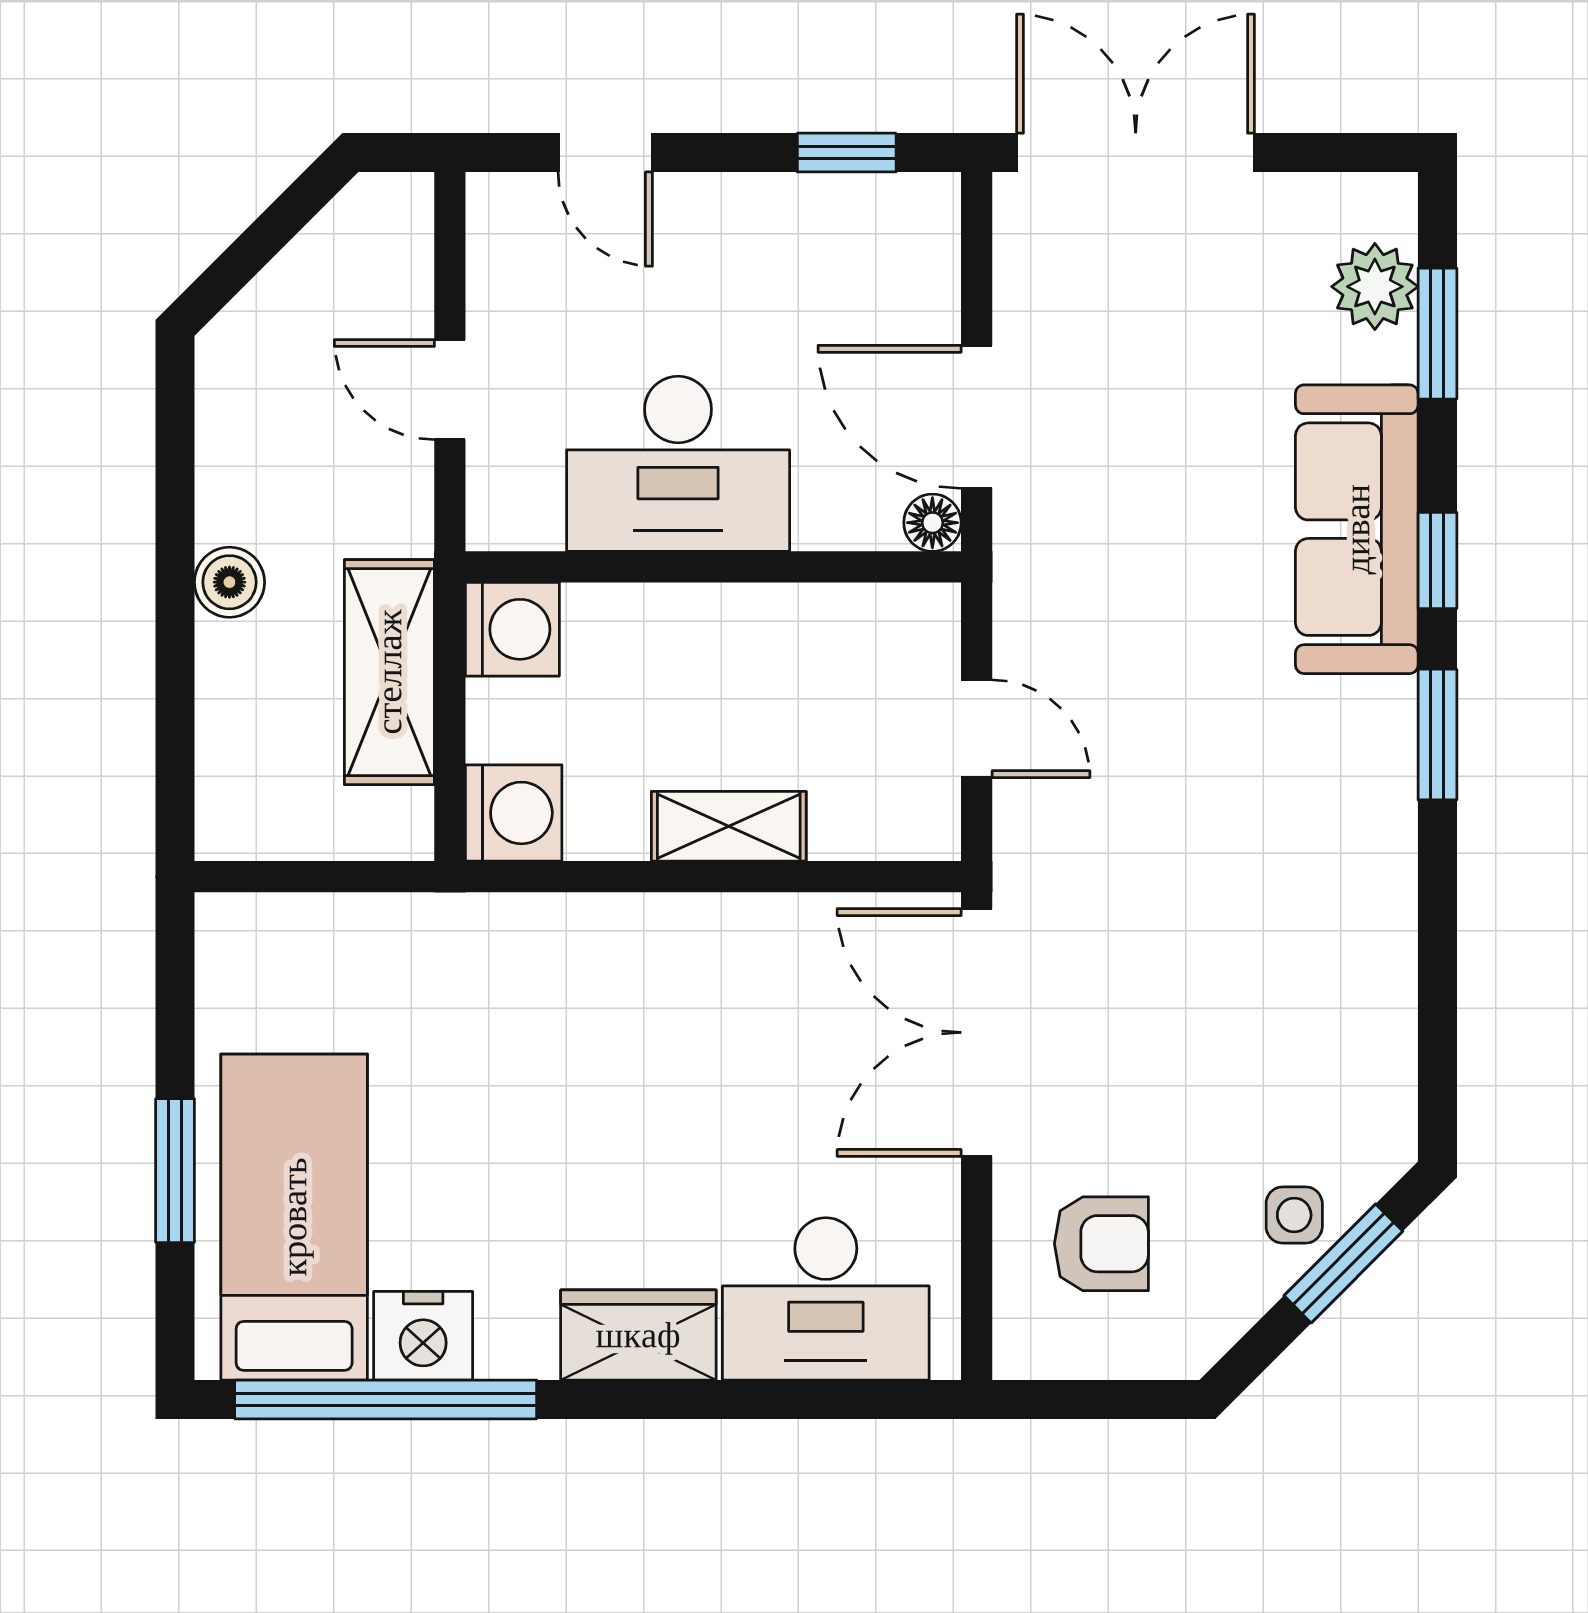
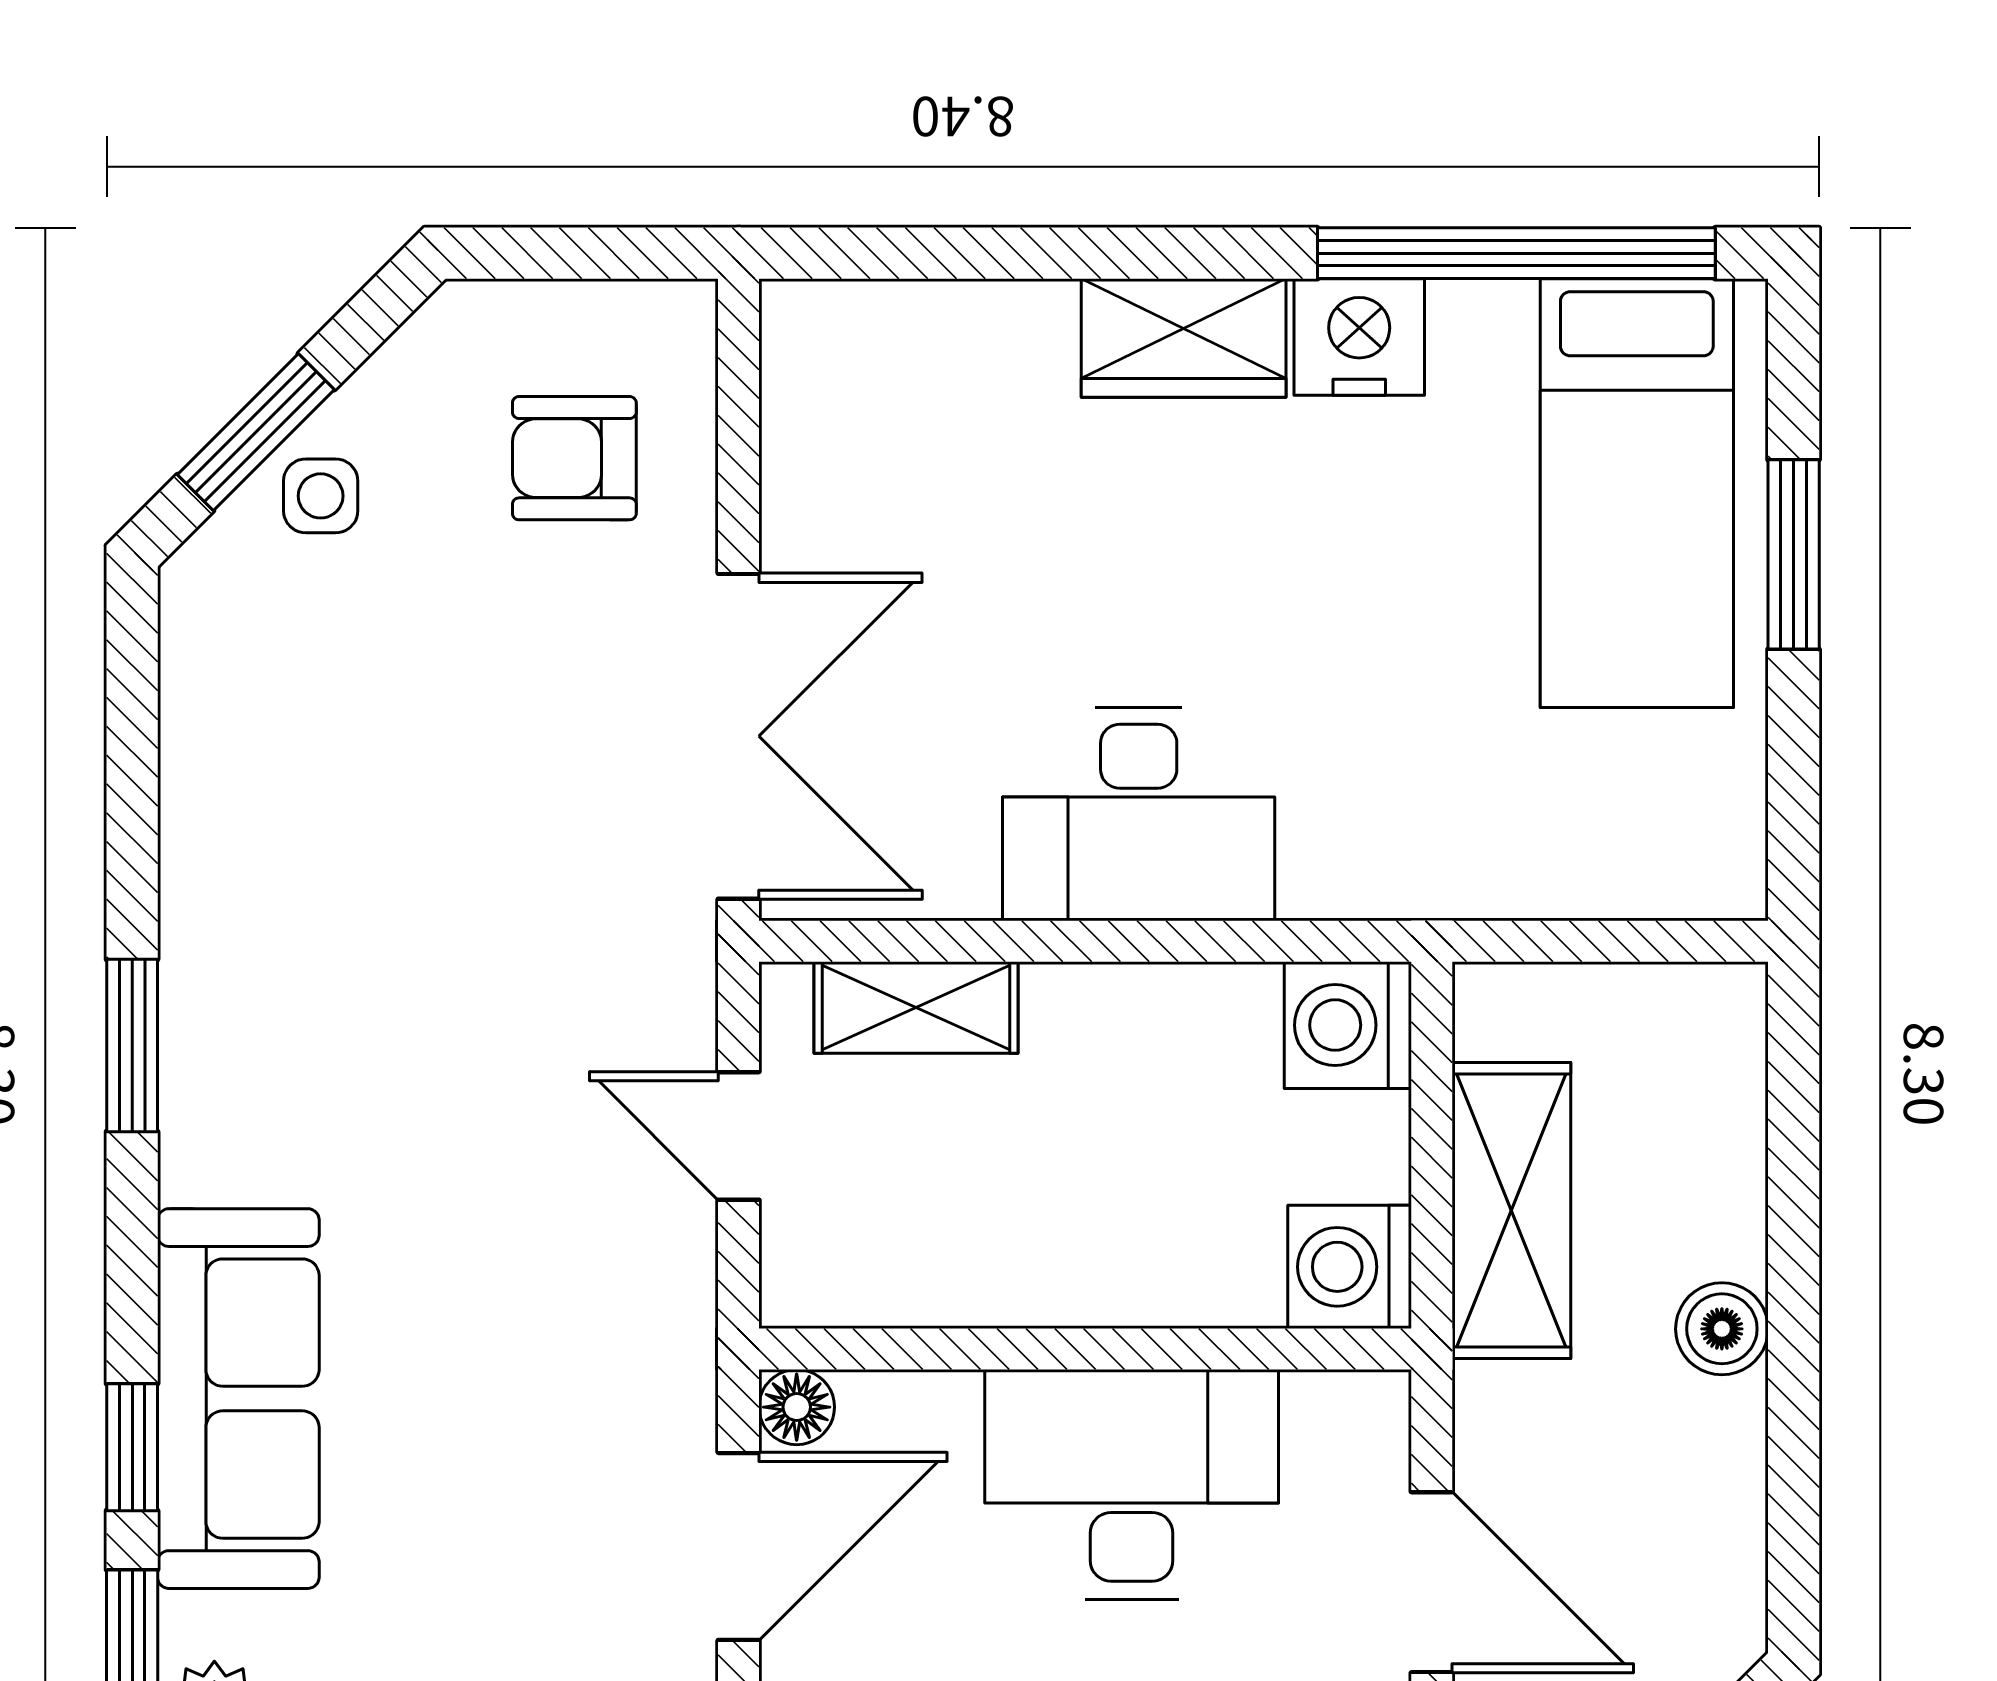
door: (450, 390) -> (1432, 1582), width x1.38
door: (977, 417) -> (739, 1546), hinge flipped
window: (1437, 560) -> (132, 1447), moved
window: (1437, 735) -> (132, 1046), moved
shelving: (729, 826) -> (916, 1007), moved
desk: (826, 1299) -> (1139, 814), moved, turned 180
nightstand: (423, 1336) -> (1359, 337), moved

